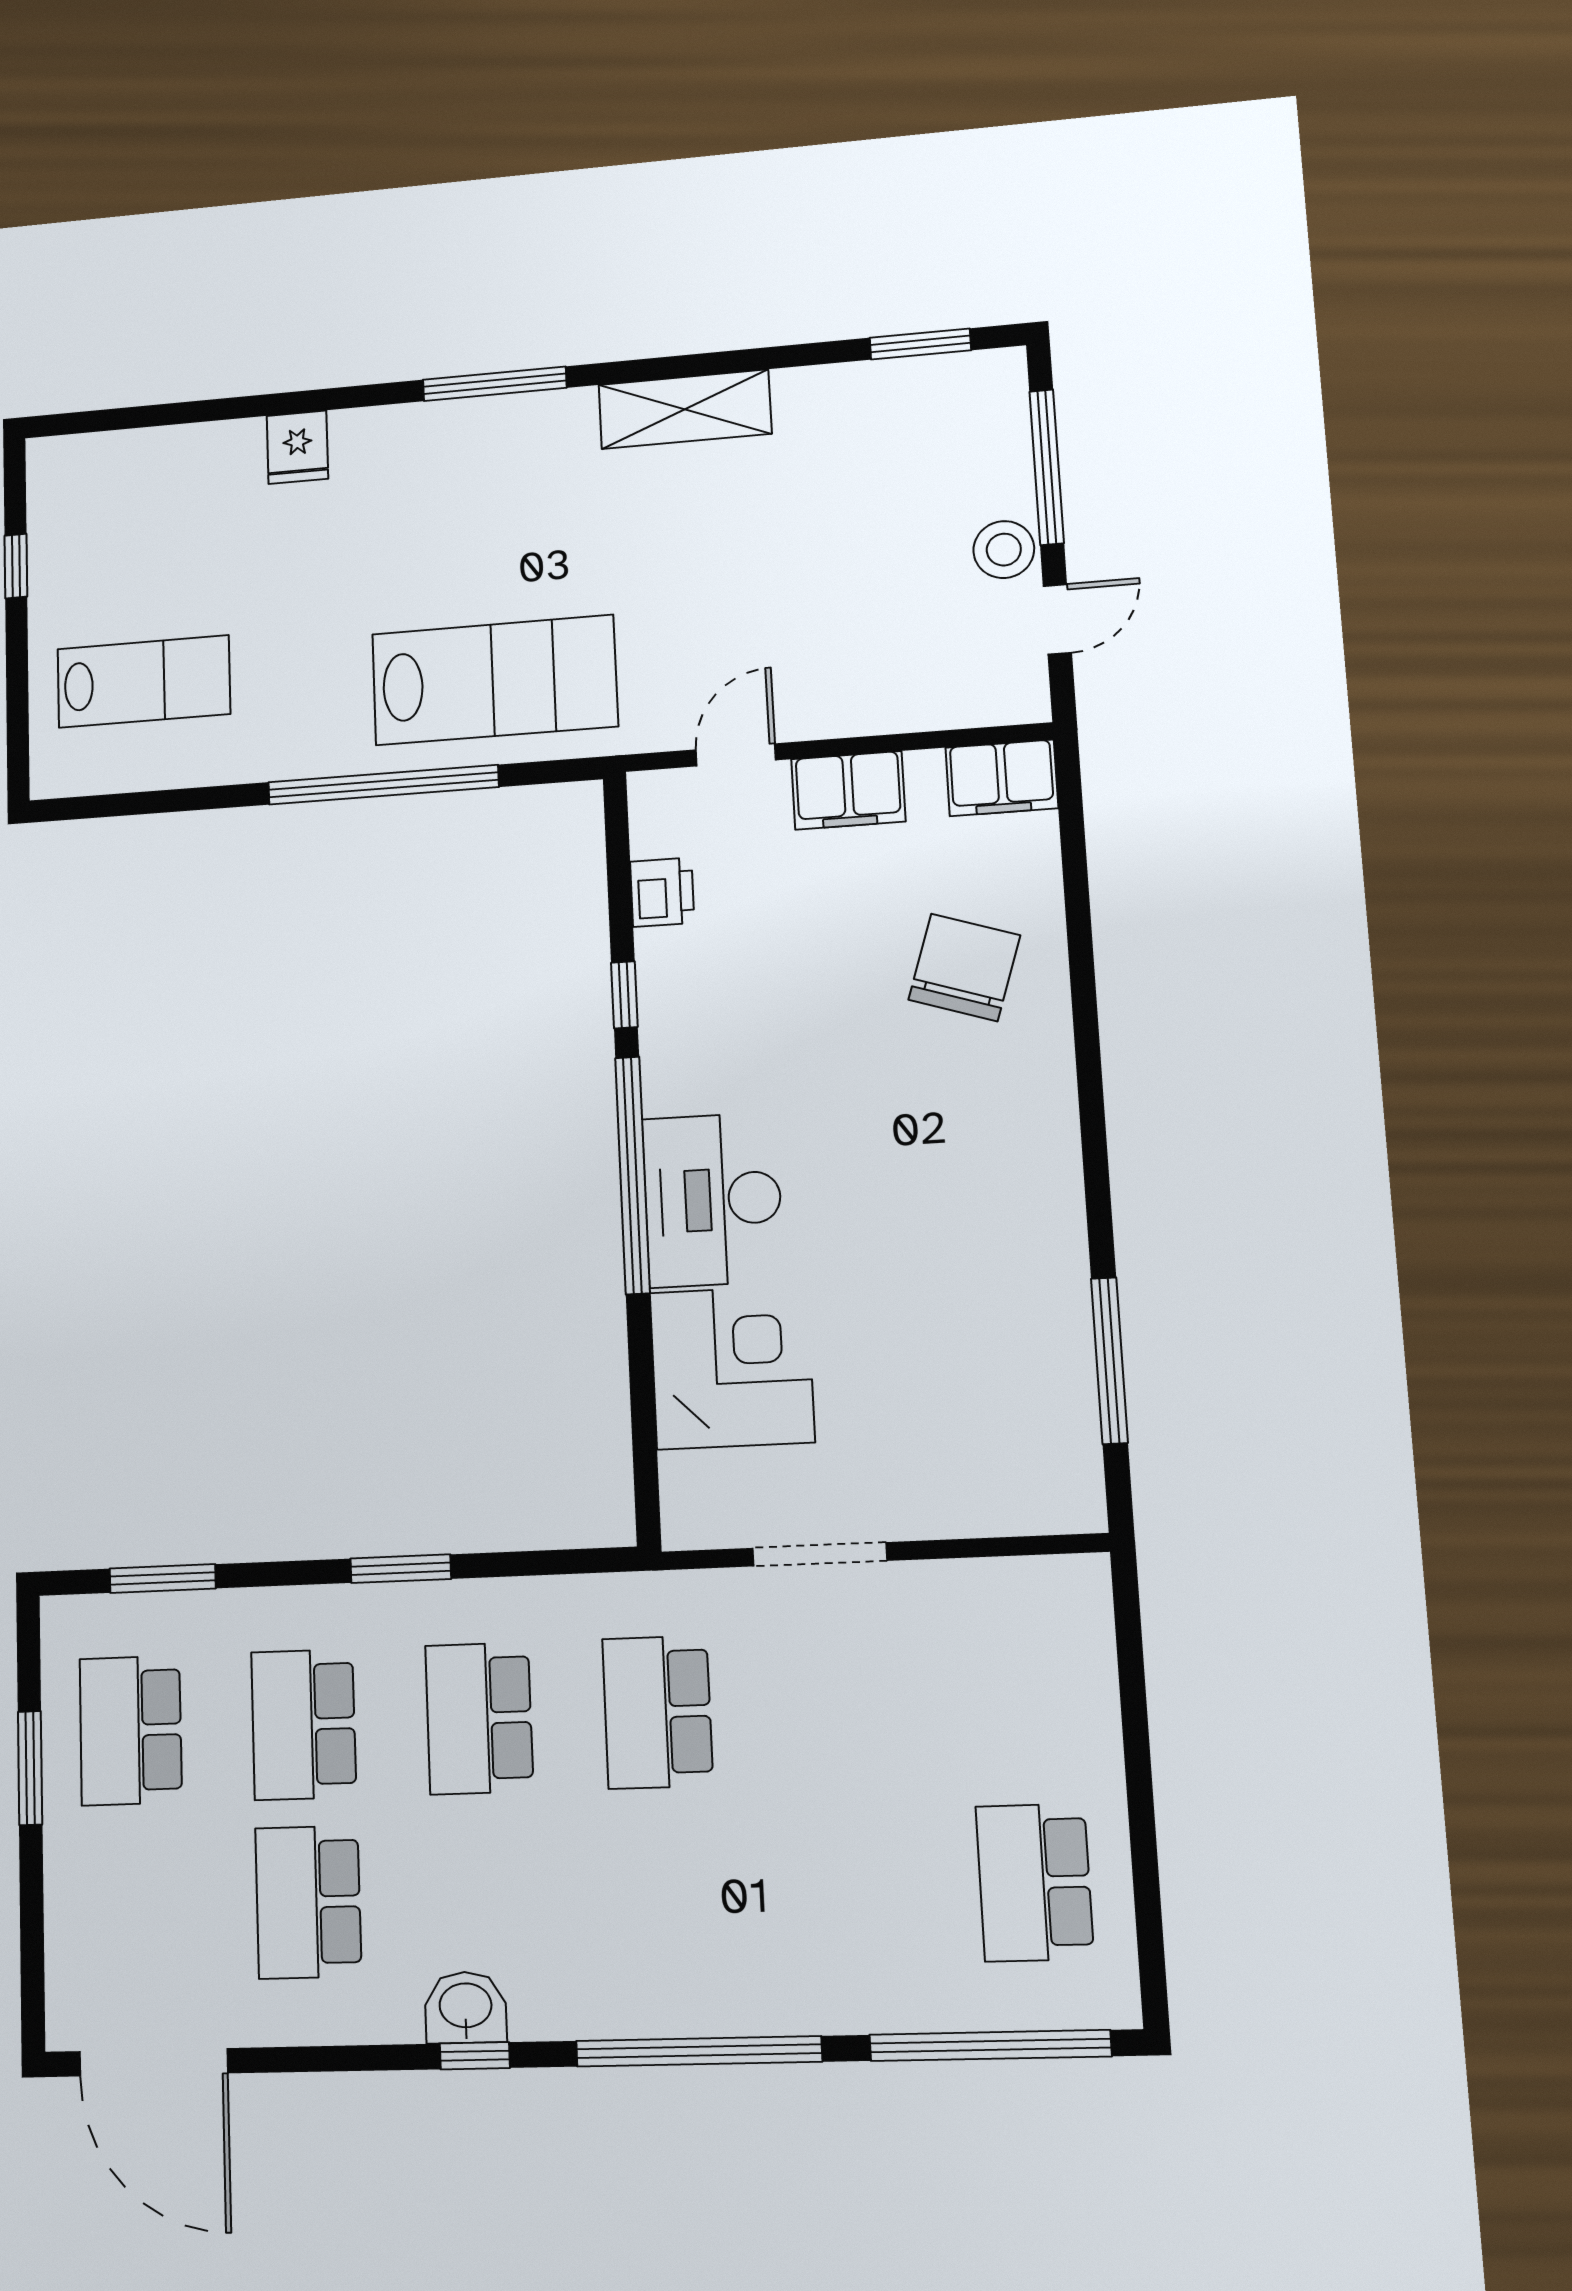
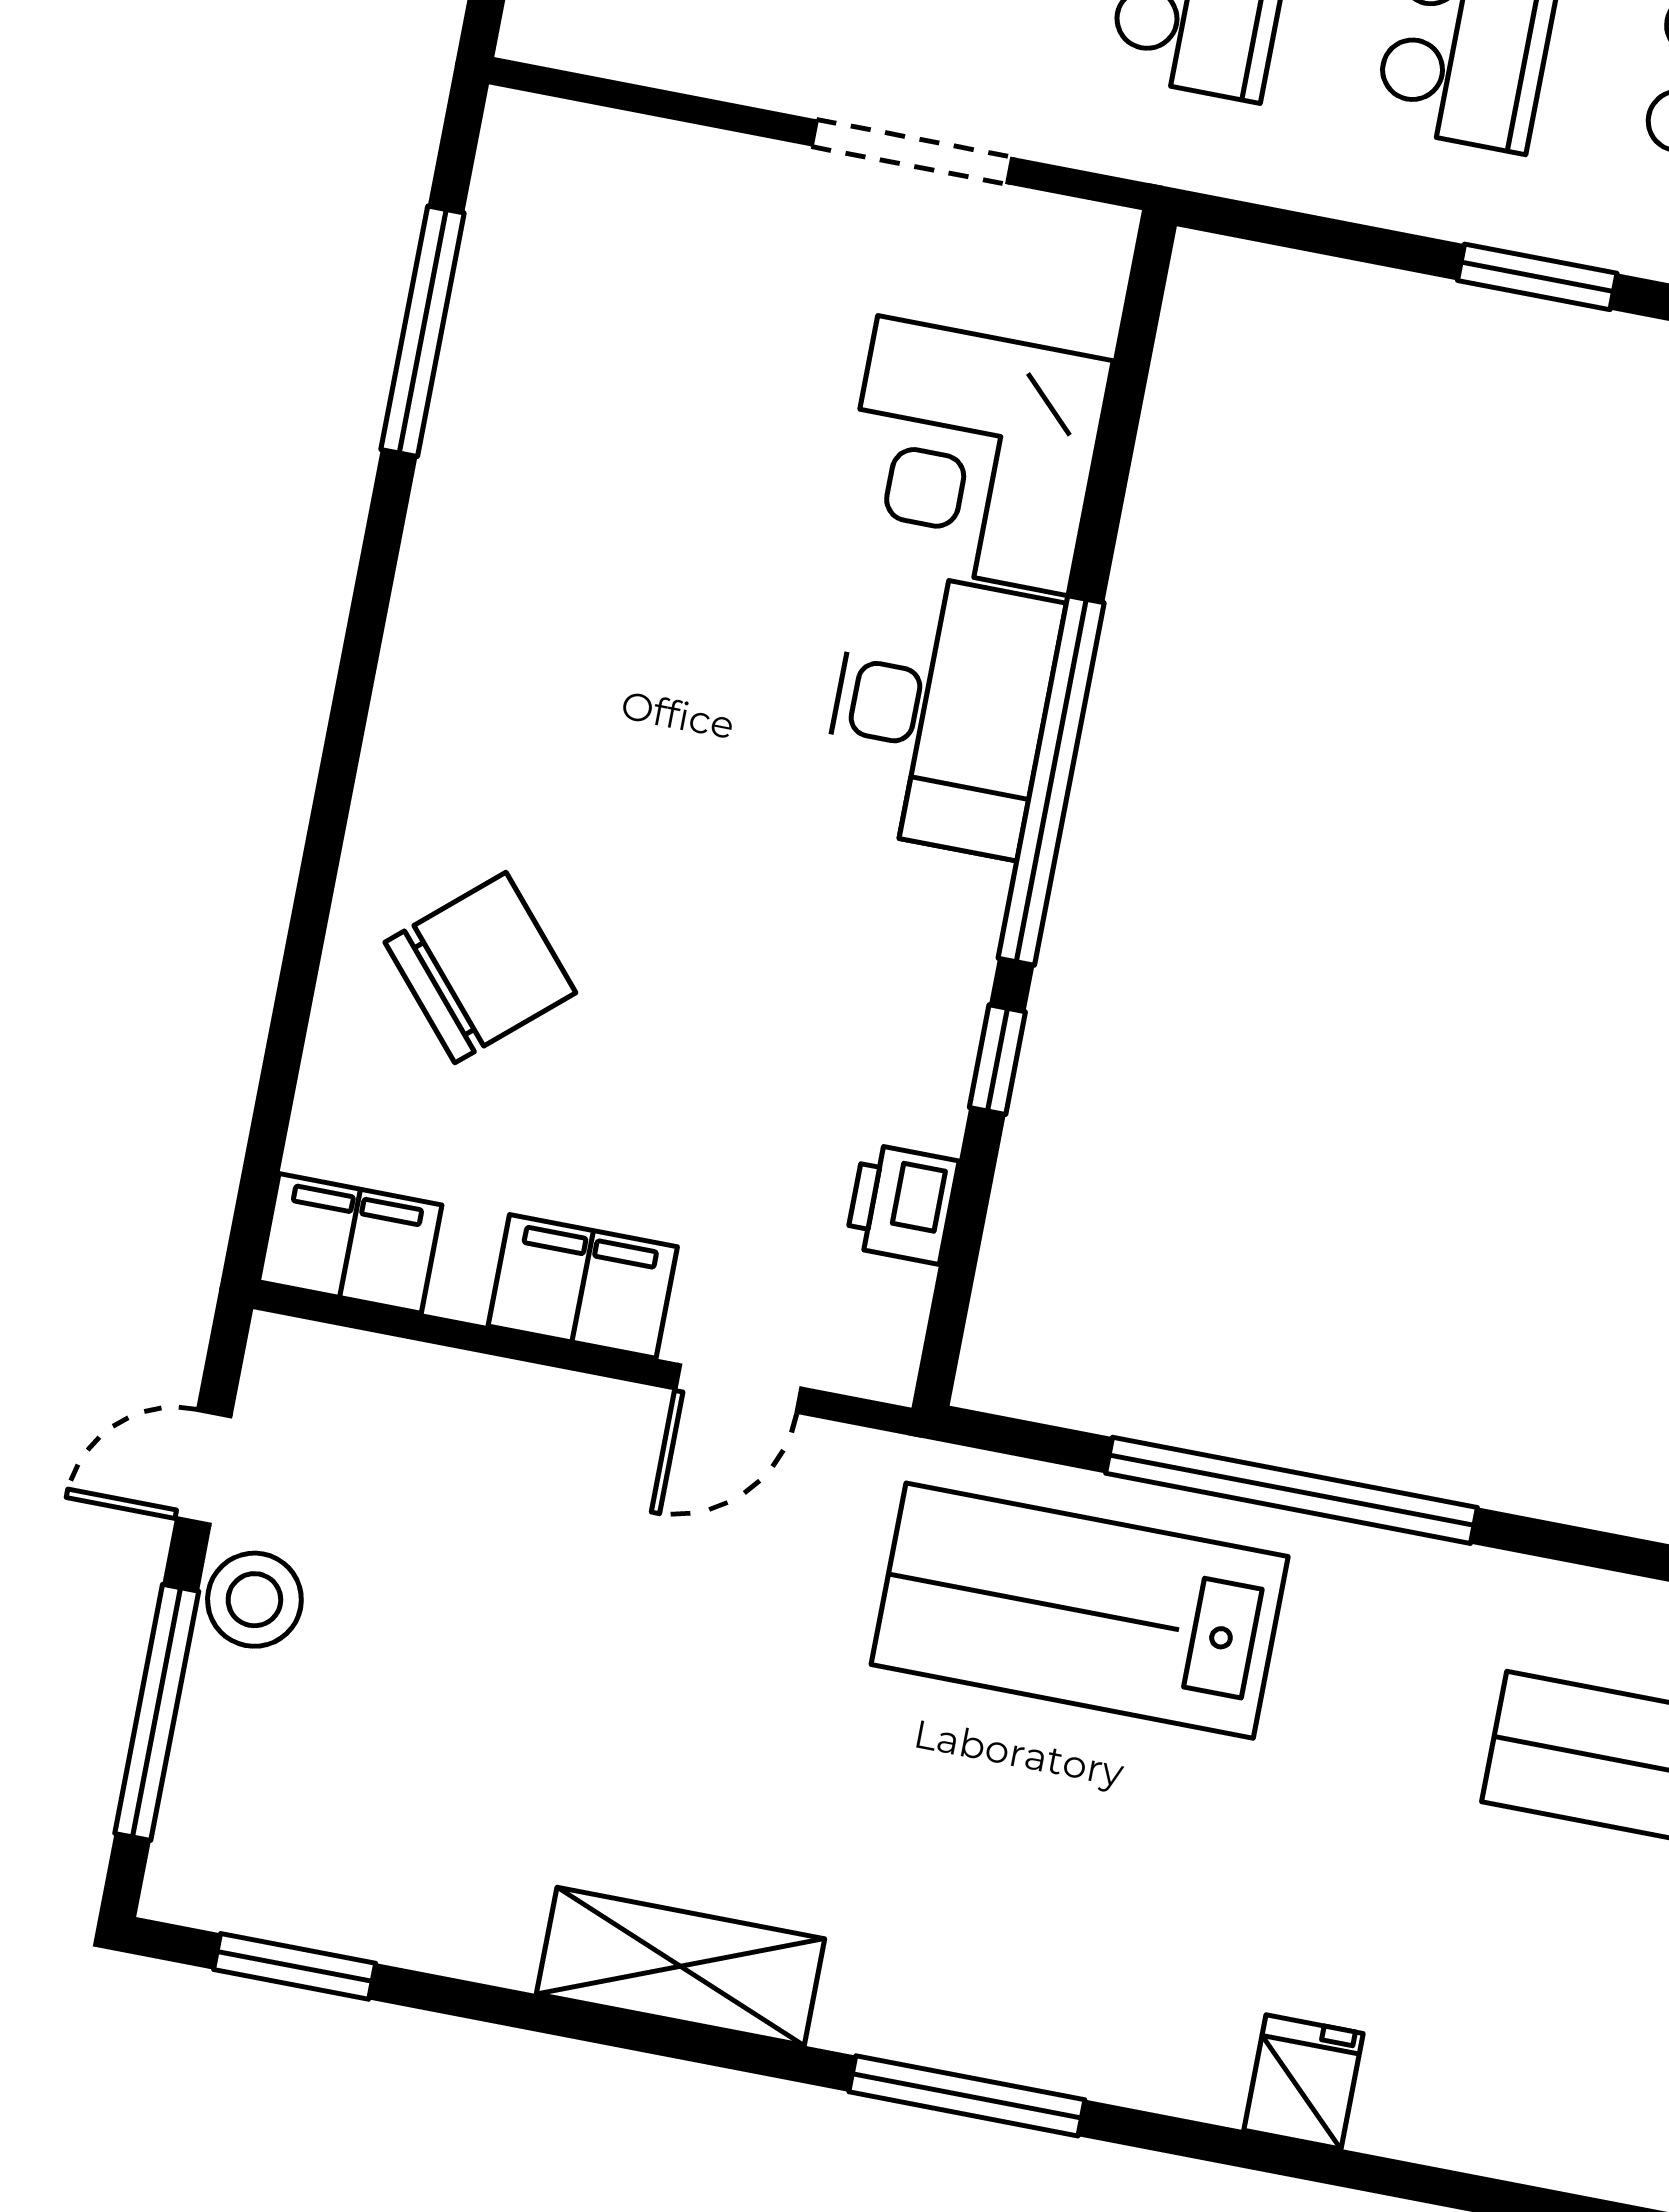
chair: (964, 967) -> (480, 968), turned -149

